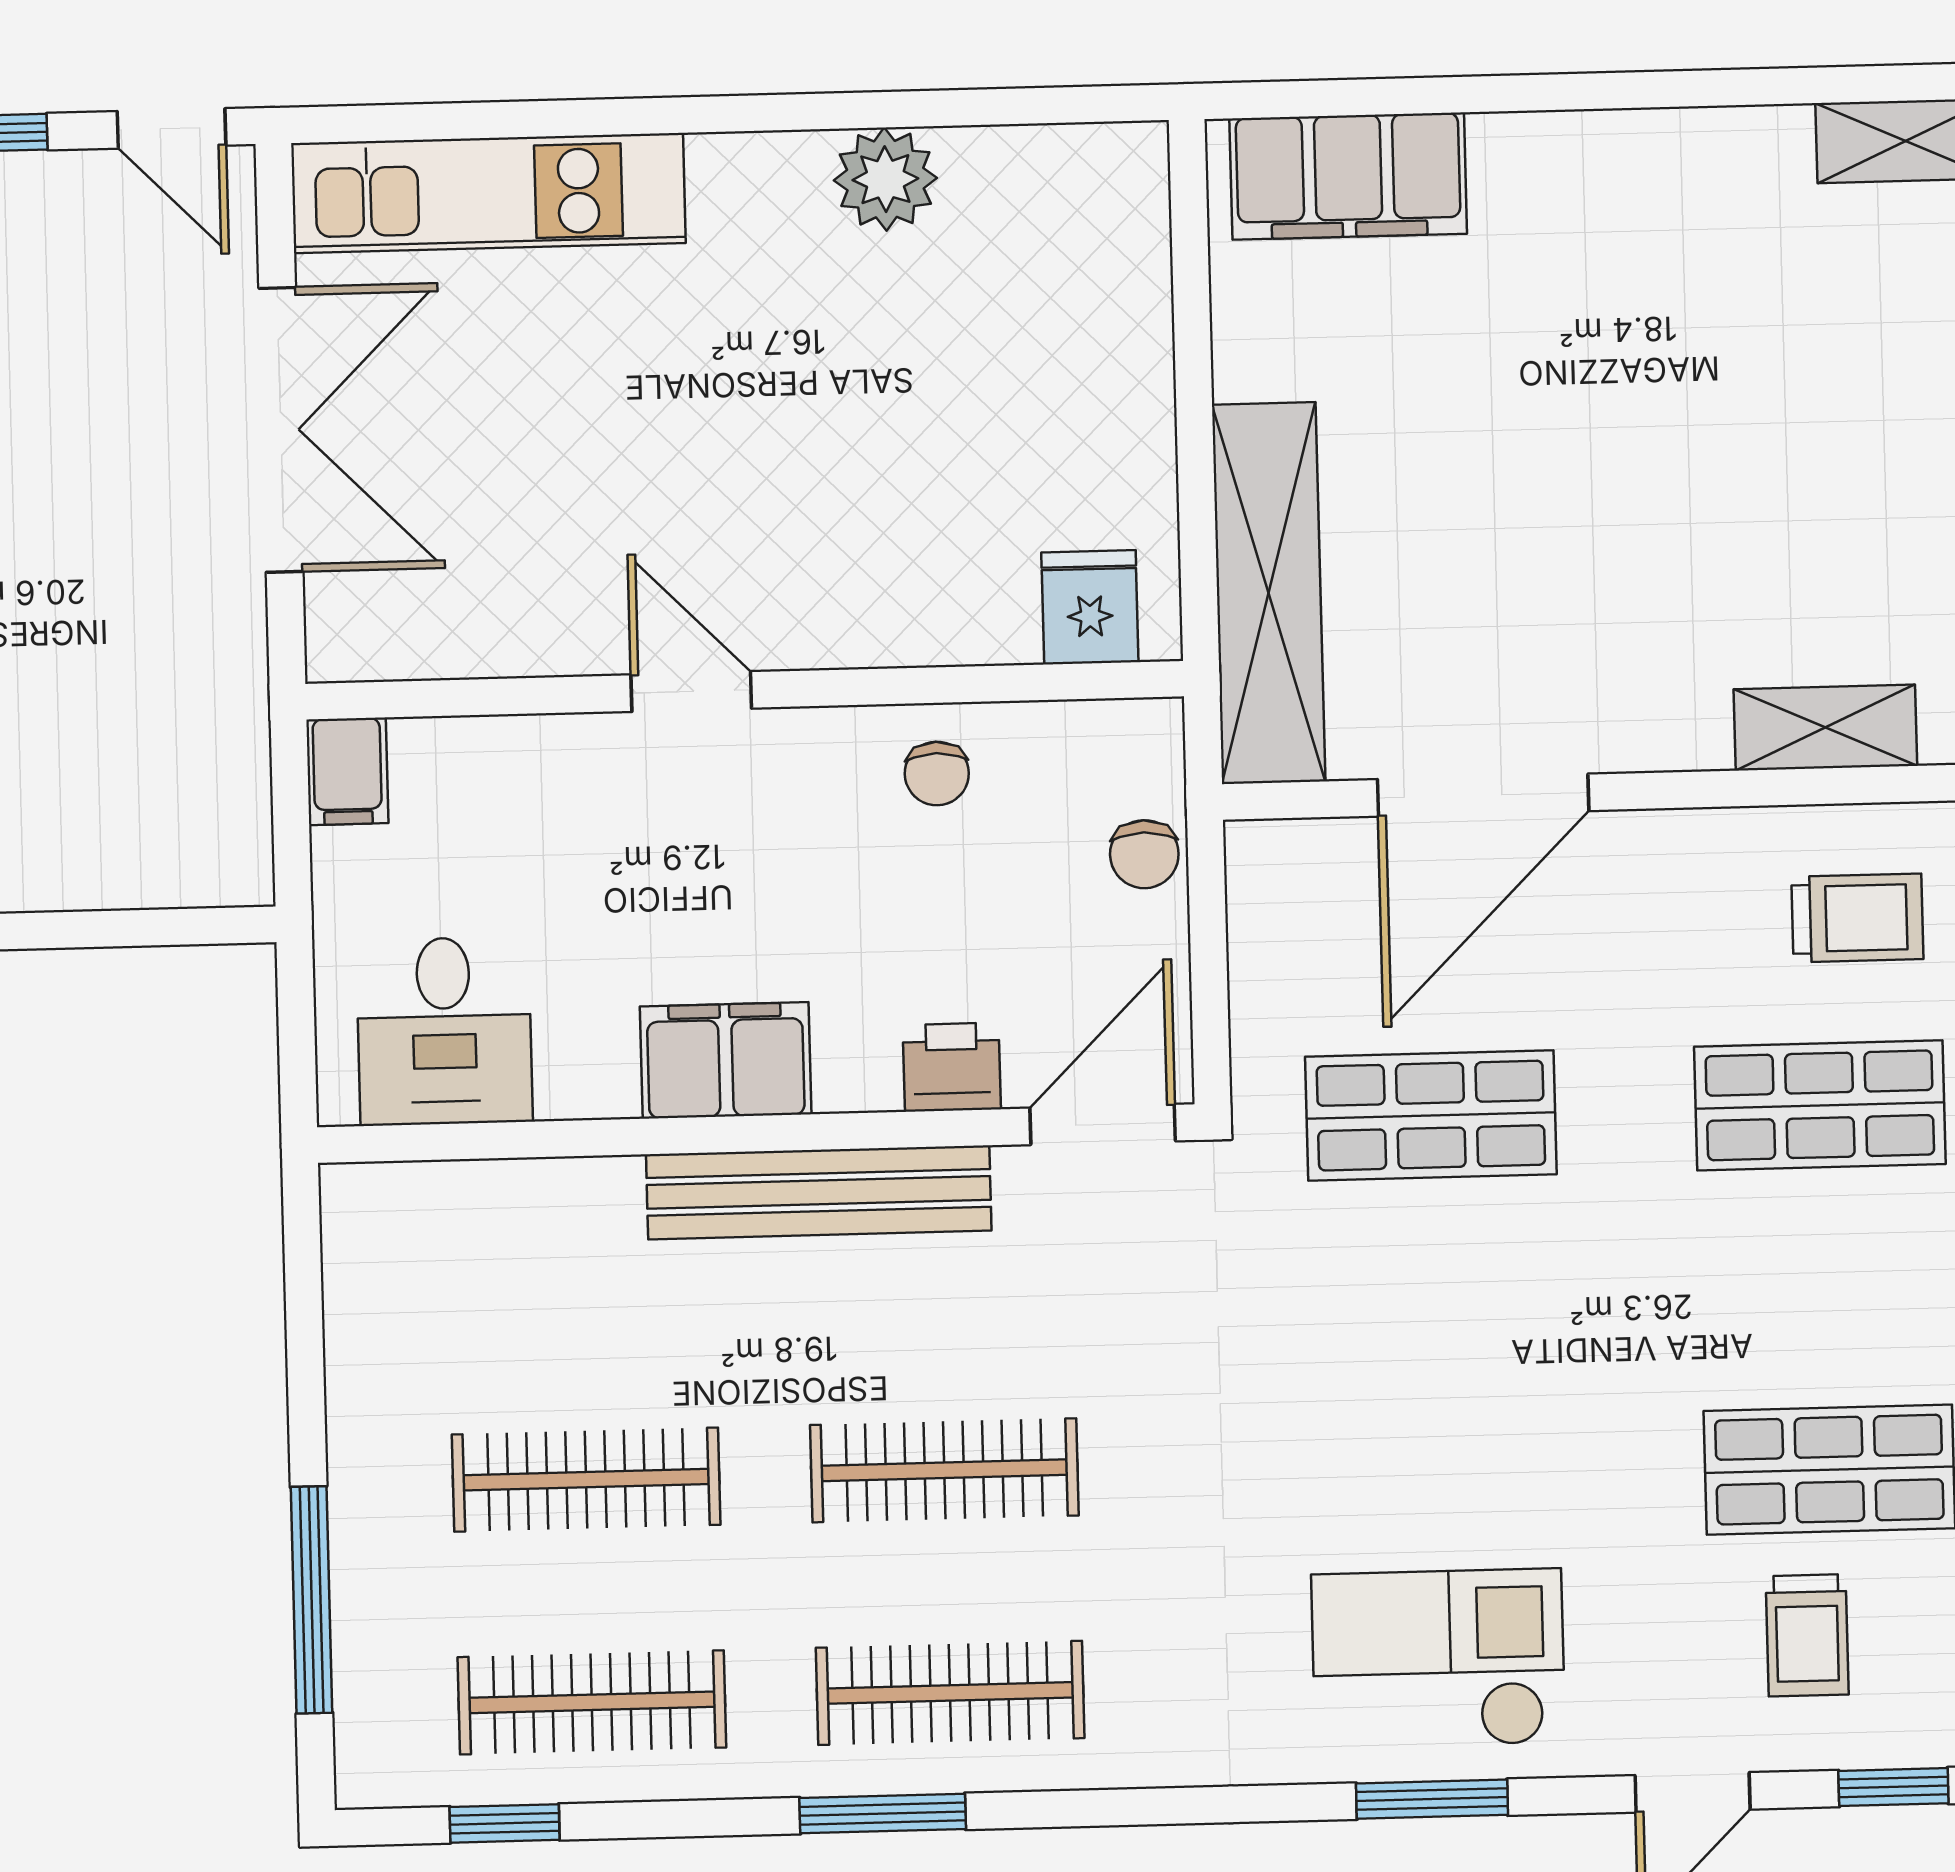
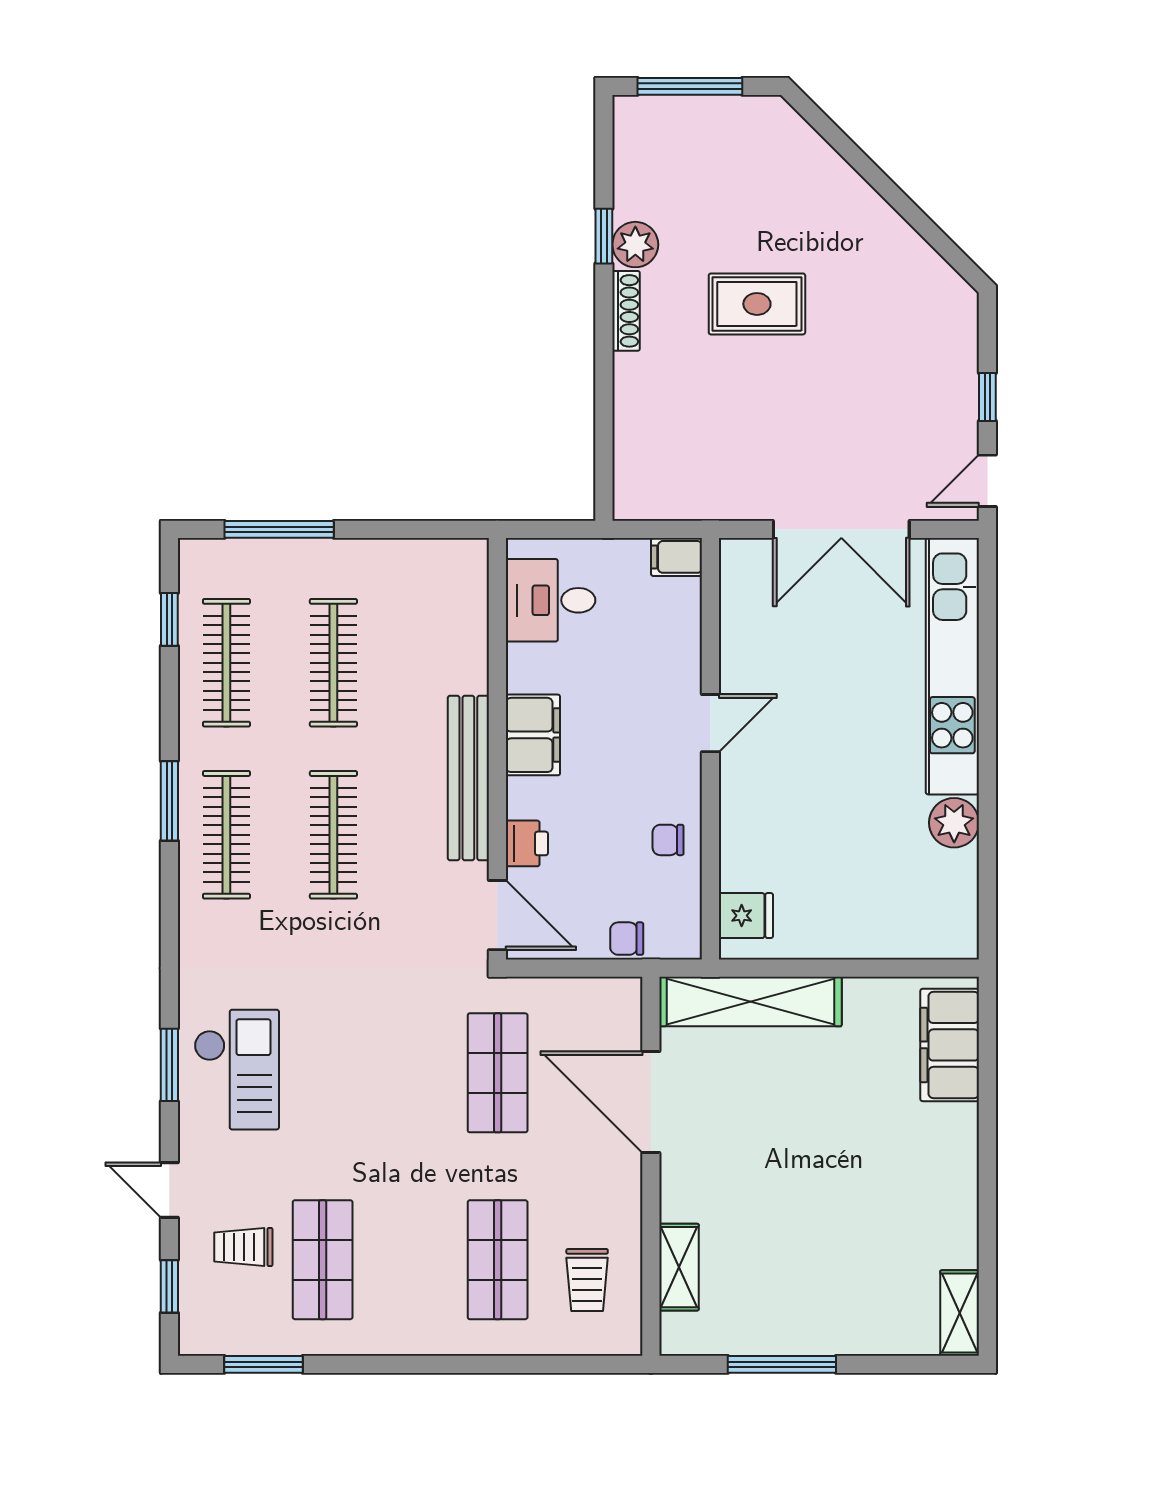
kitchen unit: (488, 193) -> (952, 666), width x1.36

